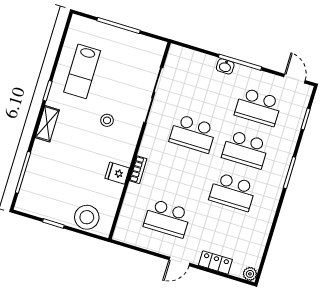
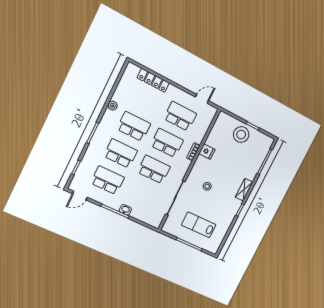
lab bench: (82, 71) -> (199, 225), moved, turned -90
door: (294, 79) -> (80, 196), hinge flipped
school desk: (180, 176) -> (167, 143), added
stool: (87, 217) -> (241, 135), moved
door: (179, 262) -> (202, 99), moved
locker: (215, 262) -> (153, 80), width x1.53
plant: (250, 274) -> (113, 106), moved

